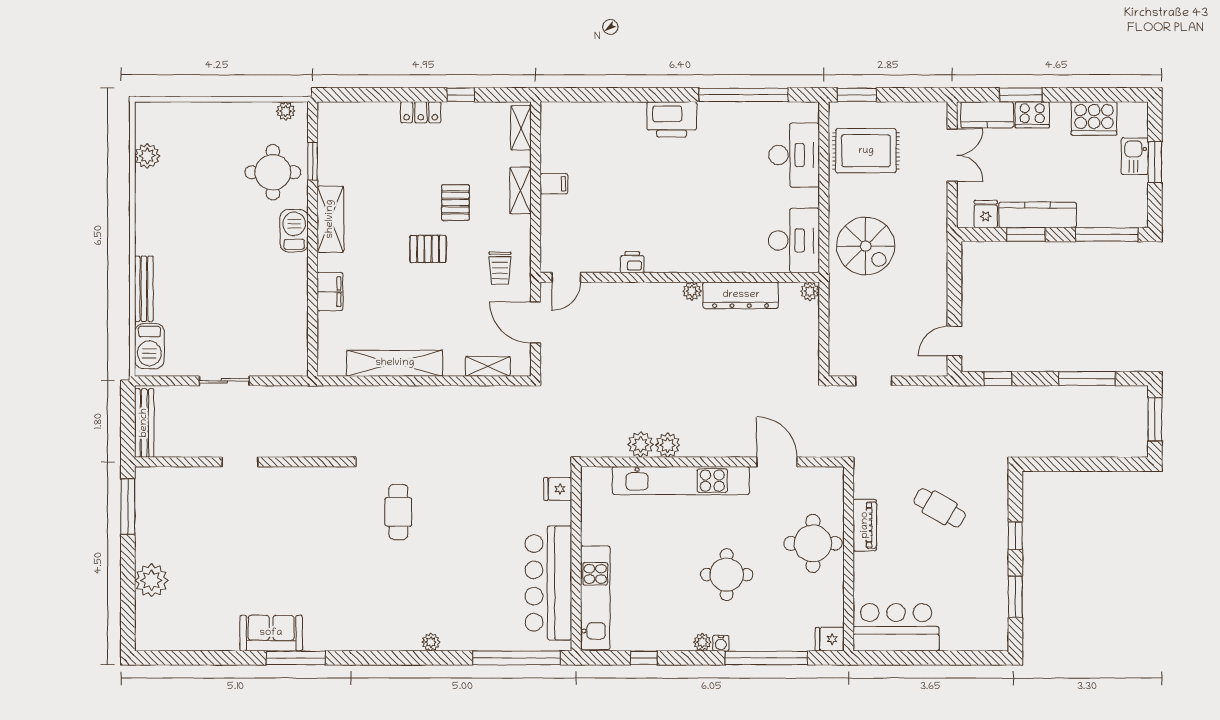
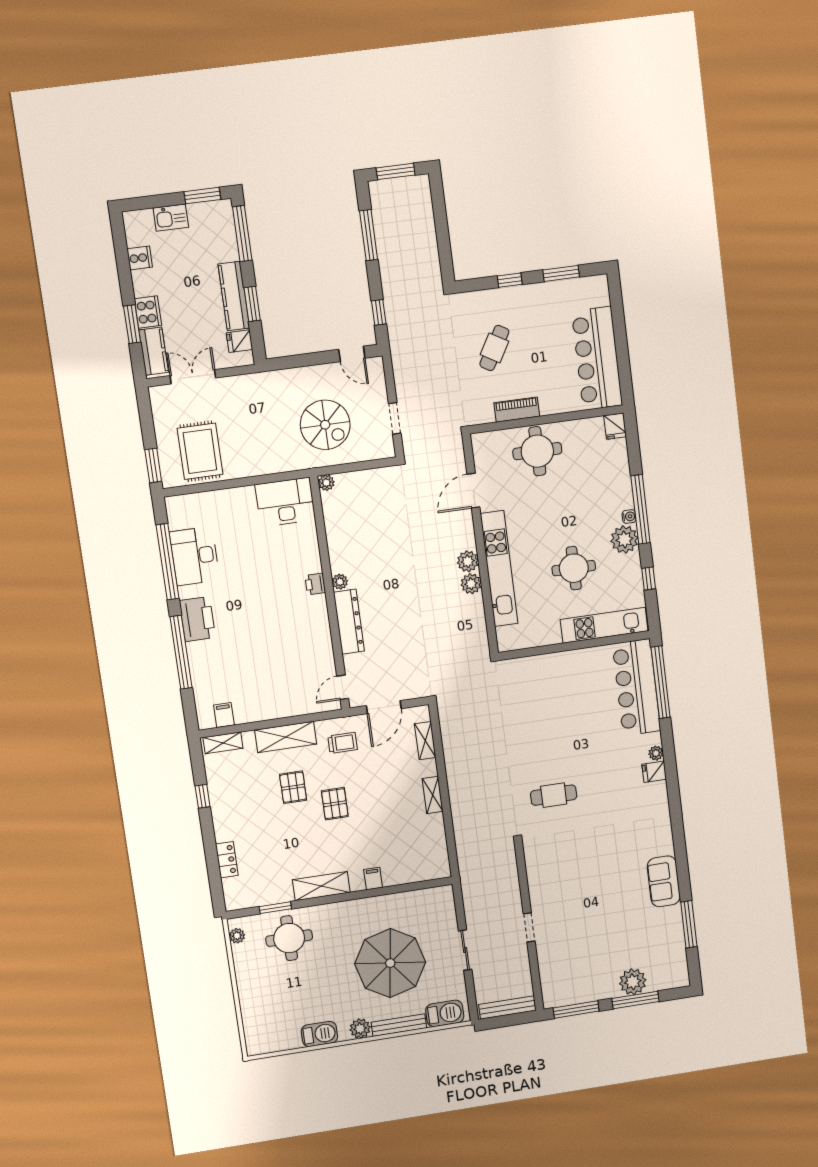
window: (635, 95) -> (181, 652), added
locker: (421, 112) -> (227, 860), moved
cooker: (1094, 118) -> (140, 258), width x0.53, depth x0.76
desk: (794, 155) -> (195, 556), moved, turned -90
plant: (147, 156) -> (360, 1029), moved
window: (1155, 162) -> (202, 196), moved
filing cabinet: (554, 184) -> (224, 715), moved
shelving: (520, 190) -> (286, 737), width x1.50, depth x1.33
pallet: (455, 203) -> (293, 787), turned 90
barbecue: (294, 231) -> (319, 1034), moved, turned 180
spiral stairs: (866, 246) -> (325, 425), moved, turned 90
printer: (632, 262) -> (315, 584), moved
door: (566, 277) -> (343, 687), swing flipped
parasol: (223, 289) -> (390, 963), added
filing cabinet: (330, 292) -> (373, 879), width x0.50
dresser: (741, 295) -> (349, 622), moved
shelving: (395, 363) -> (433, 795), width x0.45, depth x0.75
plant: (641, 445) -> (468, 561), moved
fridge: (558, 489) -> (654, 772), moved, turned 90
round table: (727, 575) -> (574, 568), moved
window: (128, 581) -> (635, 1000), added
bar counter: (548, 583) -> (636, 687), moved, turned 90
bar counter: (896, 627) -> (597, 358), width x1.36
plant: (702, 642) -> (624, 539), width x1.88, depth x1.88
window: (296, 658) -> (689, 924), moved
window: (766, 658) -> (640, 509), moved

